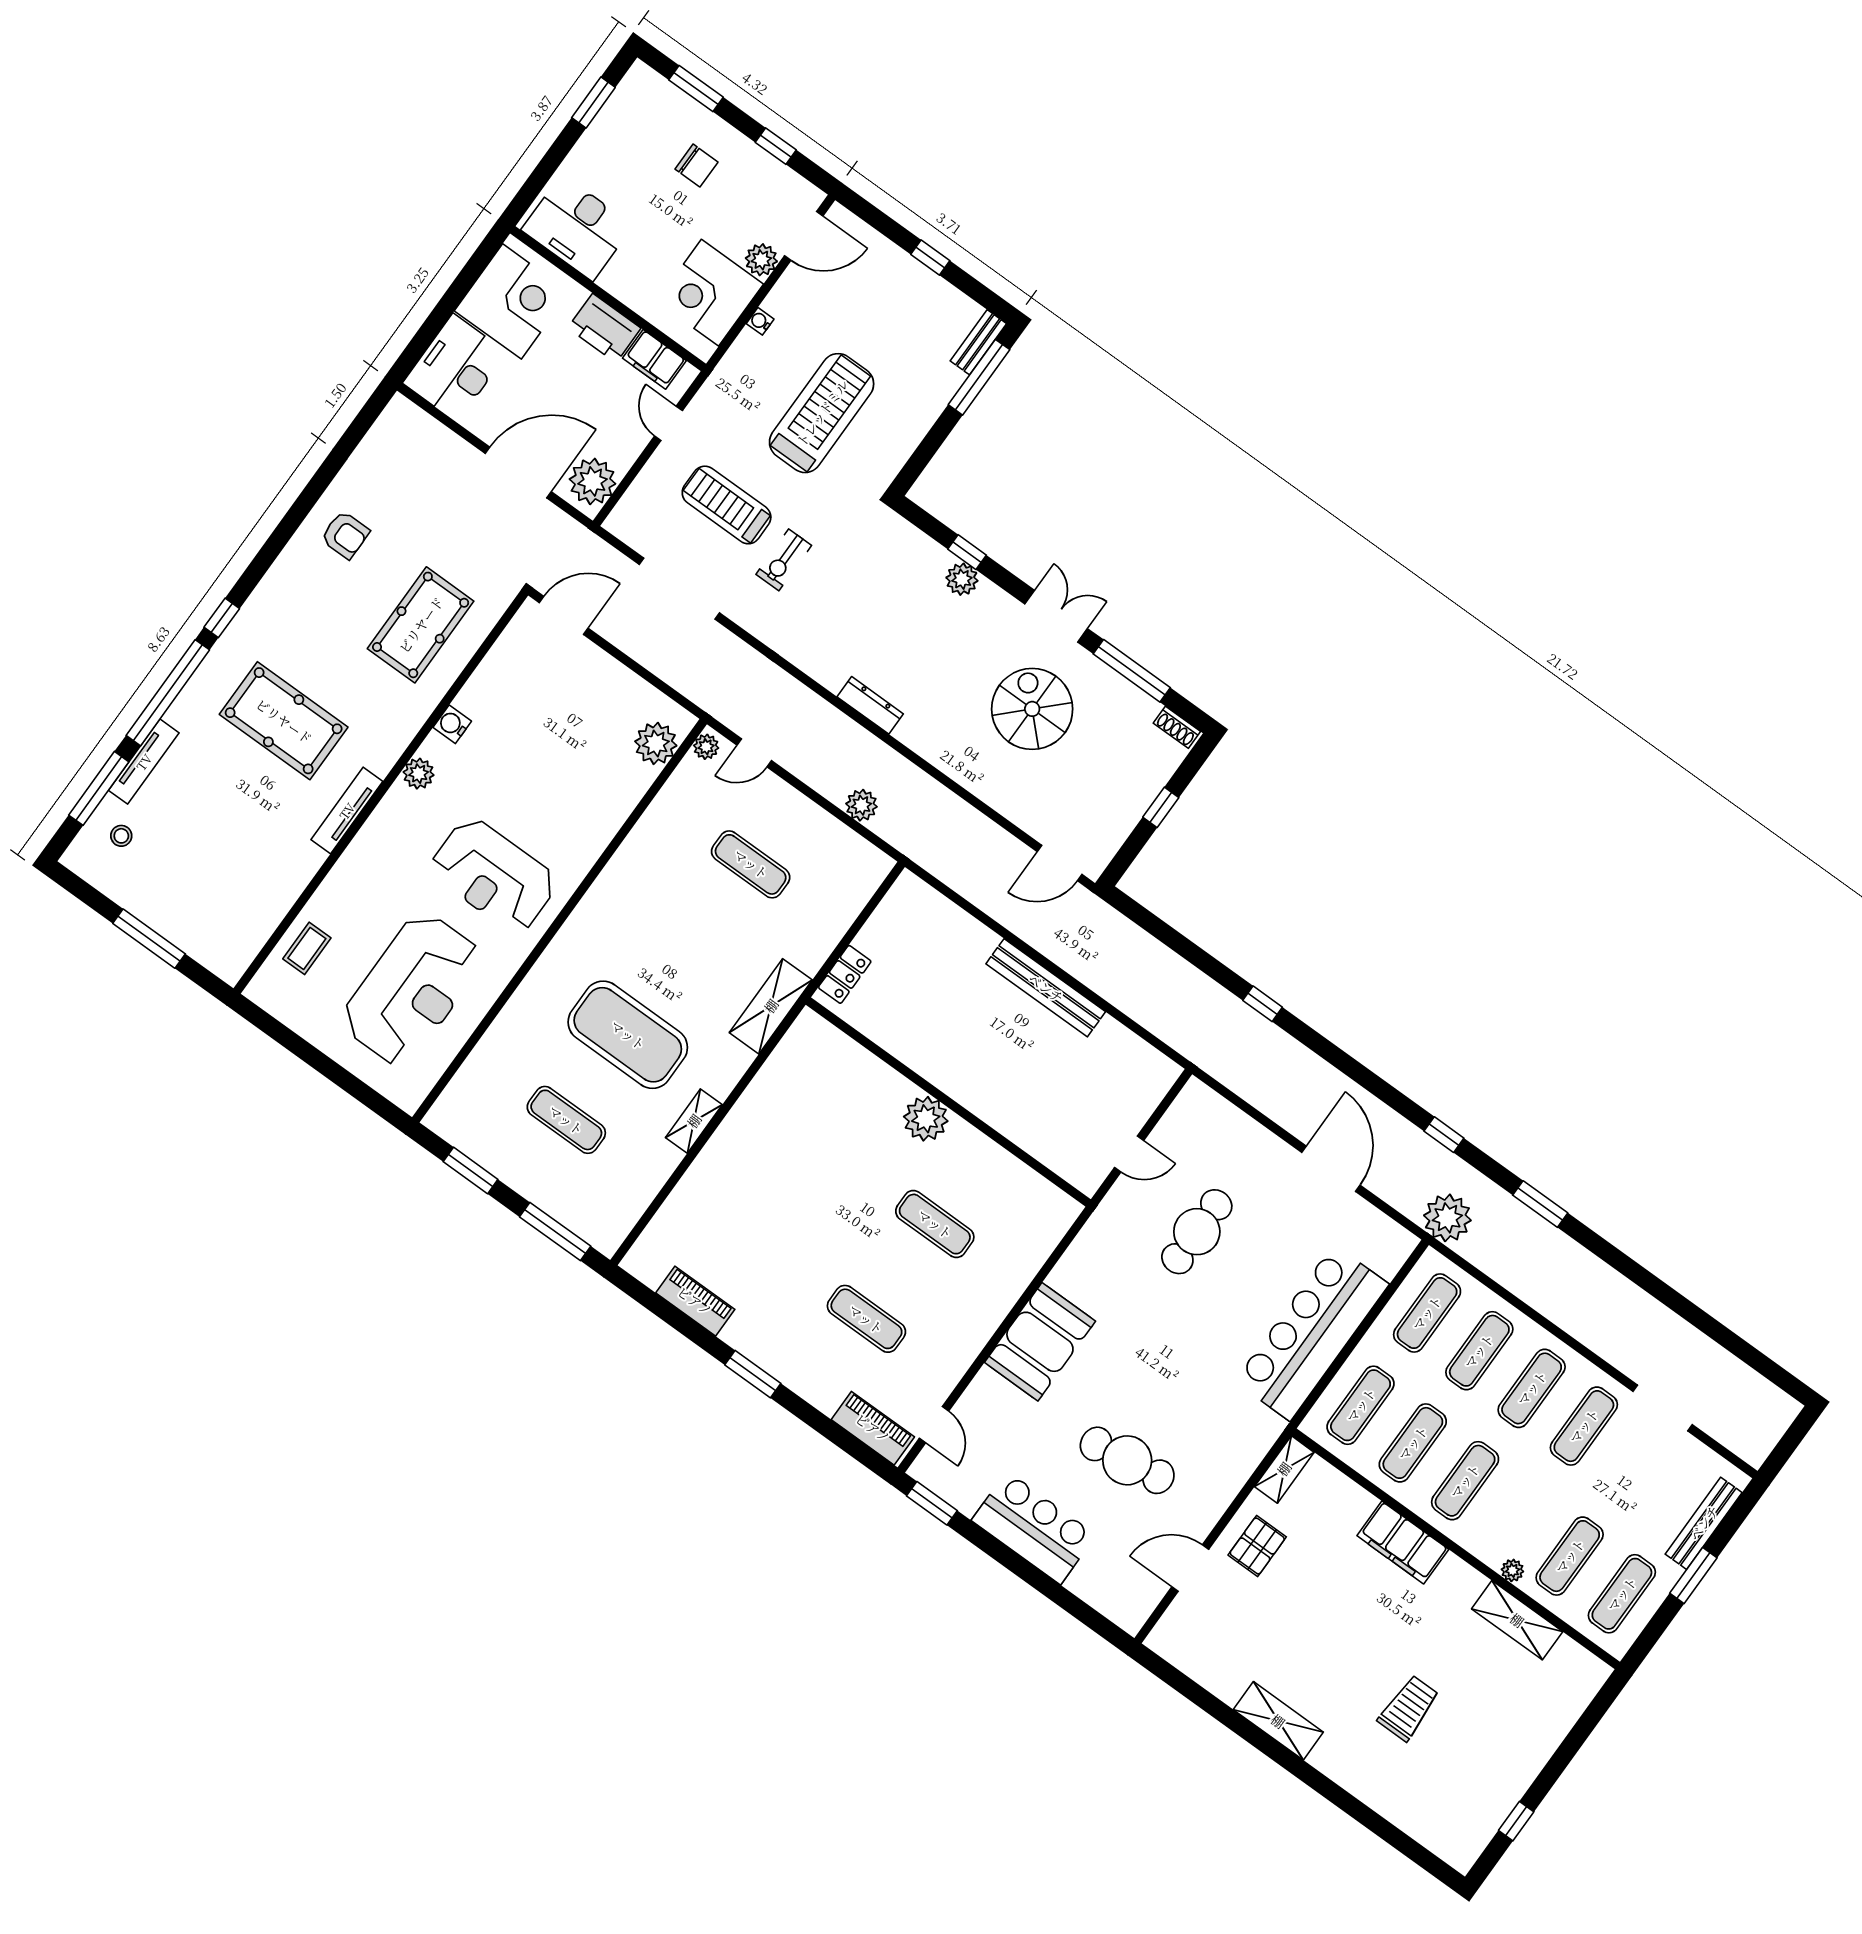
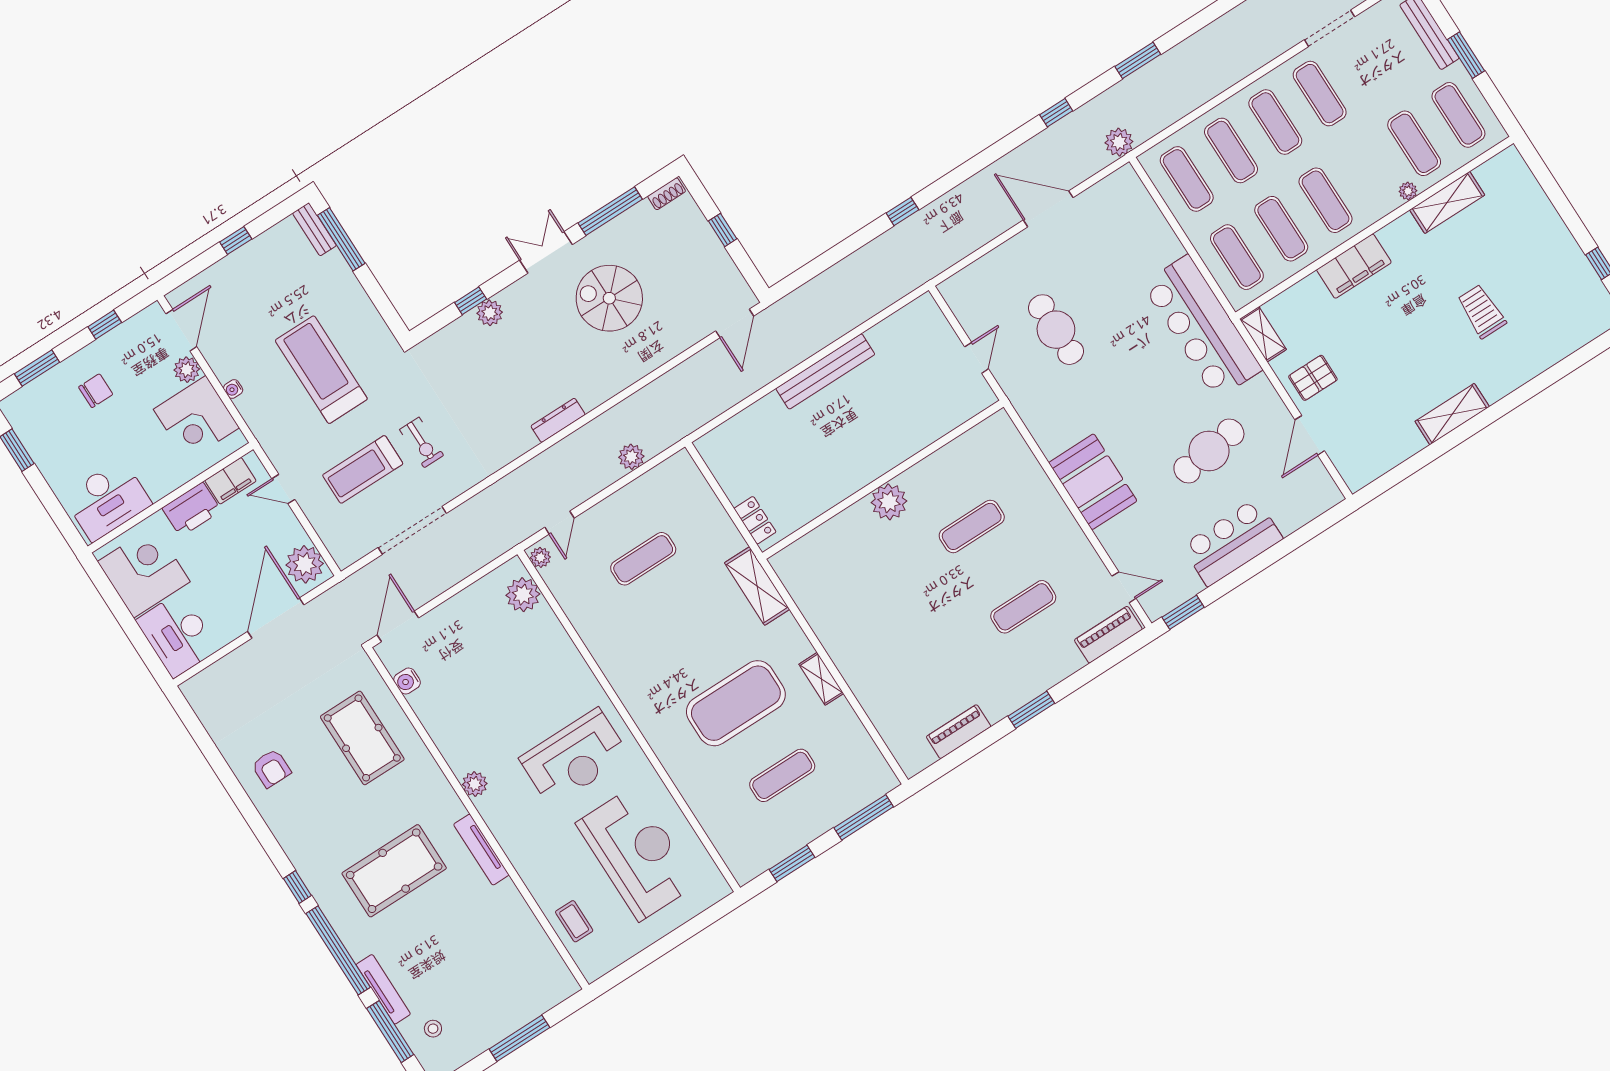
armchair: (345, 535) -> (271, 768), turned 90
water cooler: (452, 724) -> (407, 681), moved
plant: (1447, 1218) -> (1119, 142), width x0.73, depth x0.73
bar counter: (1312, 1333) -> (1202, 327), moved
pallet: (1257, 1546) -> (1313, 378), turned 90

